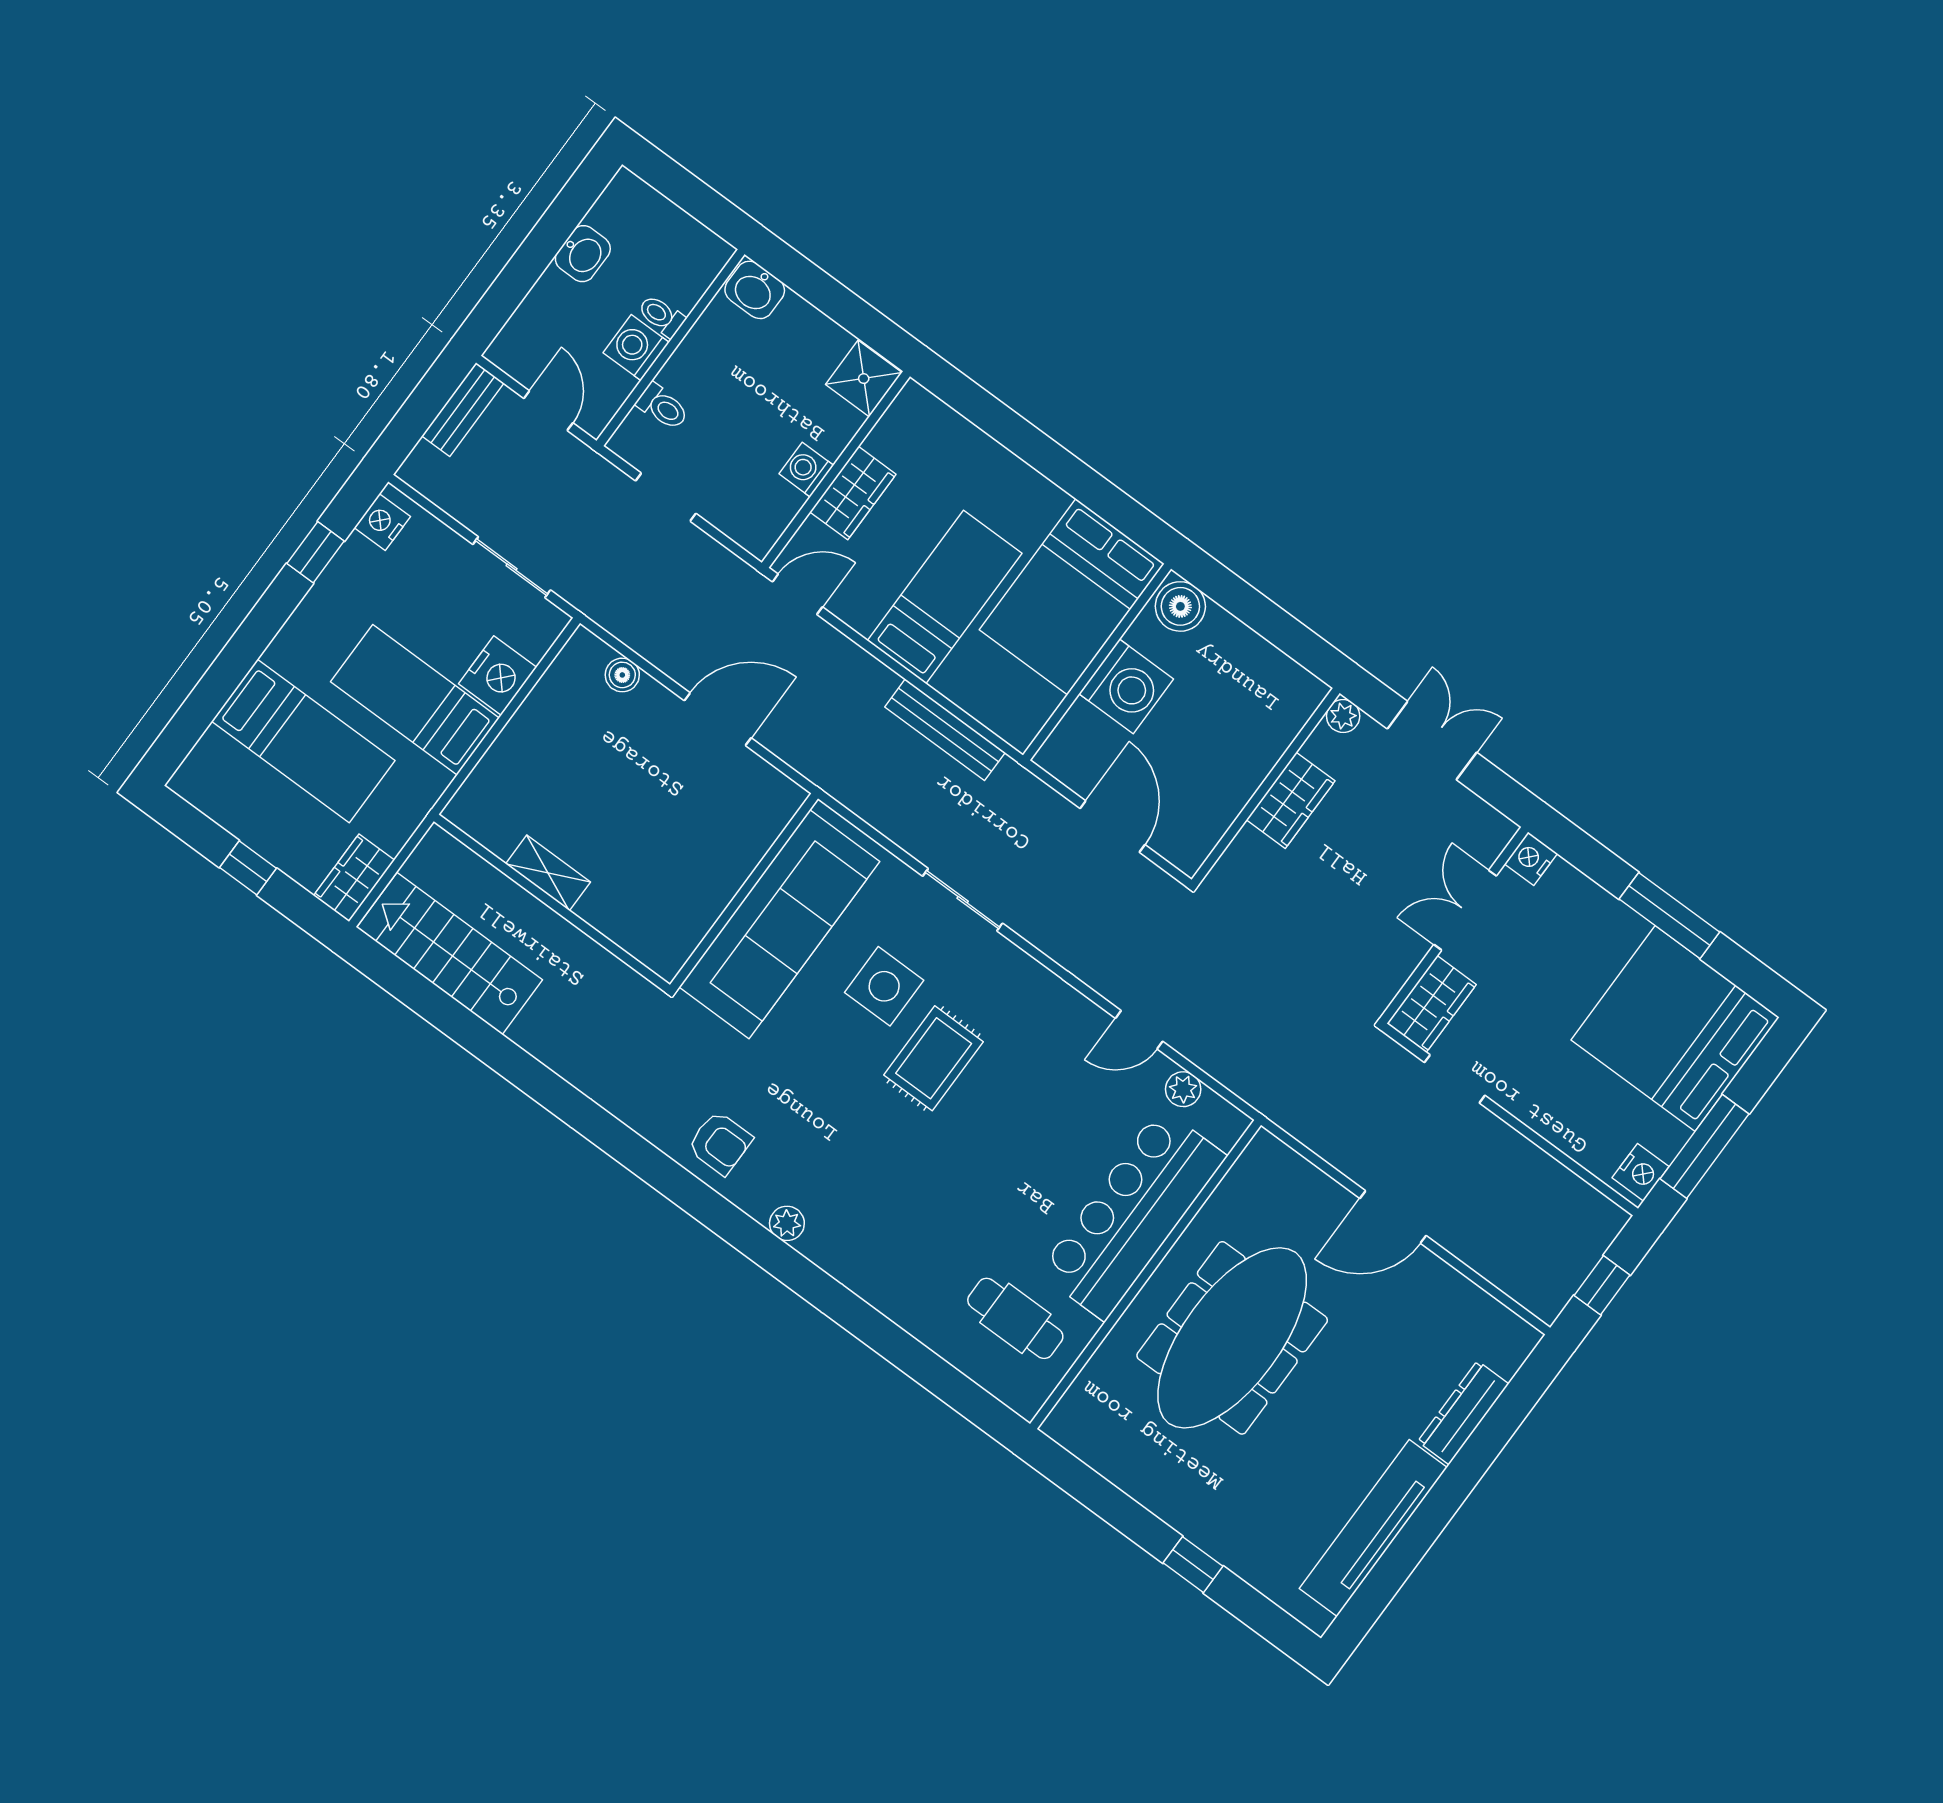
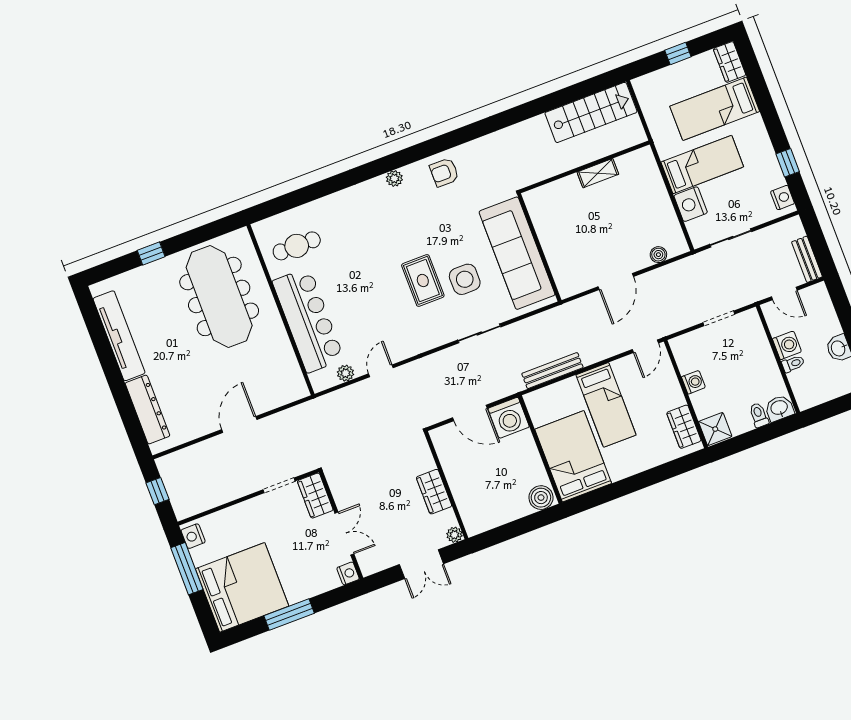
toilet: (663, 407) -> (759, 415), moved, turned 90
wardrobe: (853, 493) -> (684, 427), moved
washing machine: (1126, 686) -> (509, 418), moved, turned -90
wardrobe: (354, 878) -> (730, 62), moved, turned 180
meeting table: (1232, 1338) -> (219, 296), moved
dresser: (1463, 1413) -> (147, 409), width x1.37, depth x1.24

